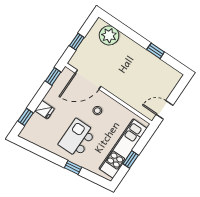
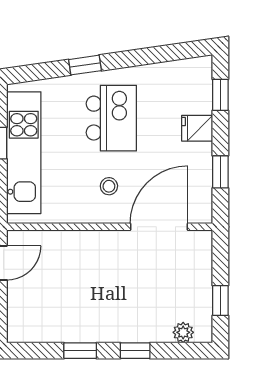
plant: (109, 35) -> (183, 332), width x0.53, depth x0.53
window: (133, 35) -> (135, 351), added
window: (77, 42) -> (220, 300), moved
window: (53, 76) -> (220, 172), moved

